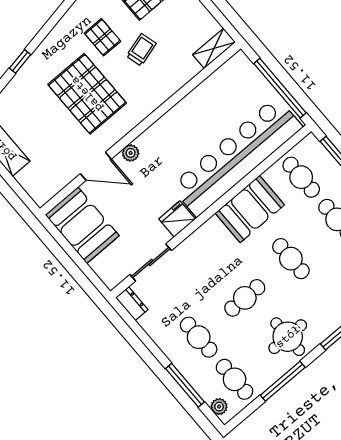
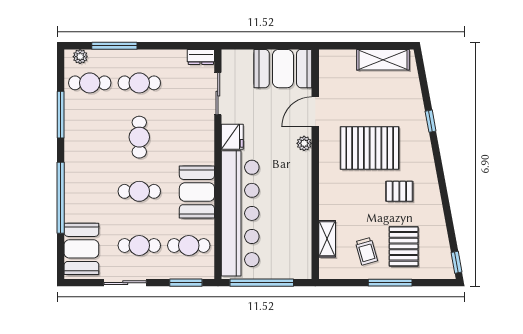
shelving: (214, 48) -> (327, 239), moved
trolley: (141, 50) -> (366, 251), moved
round table: (288, 337) -> (88, 144), removed

